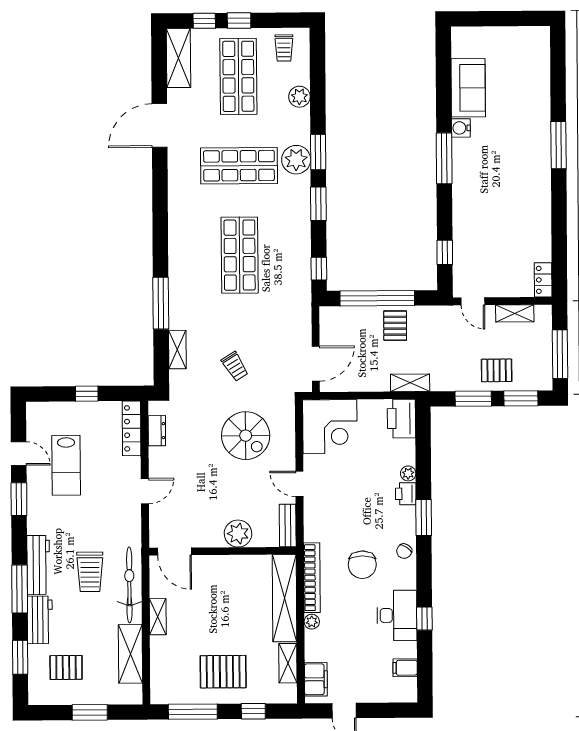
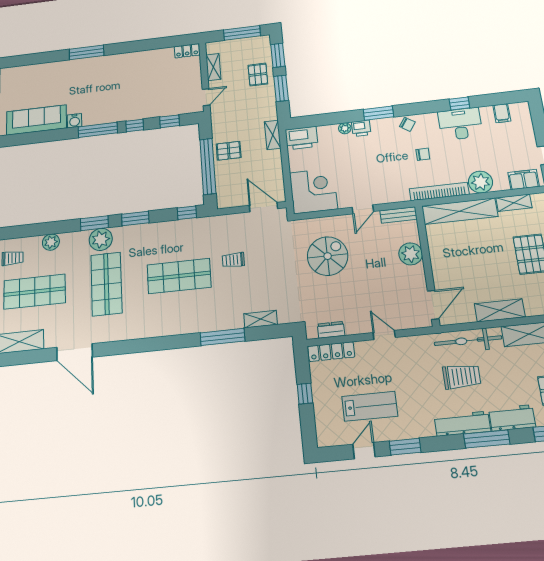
sofa: (468, 88) -> (36, 120), width x1.36
window: (444, 207) -> (135, 125), added
trolley: (235, 366) -> (233, 260), moved, turned -148
chair: (362, 565) -> (423, 154), width x0.54, depth x0.54
shelving: (158, 617) -> (500, 310), width x1.50, depth x1.33
plant: (312, 622) -> (480, 182), width x1.88, depth x1.88

